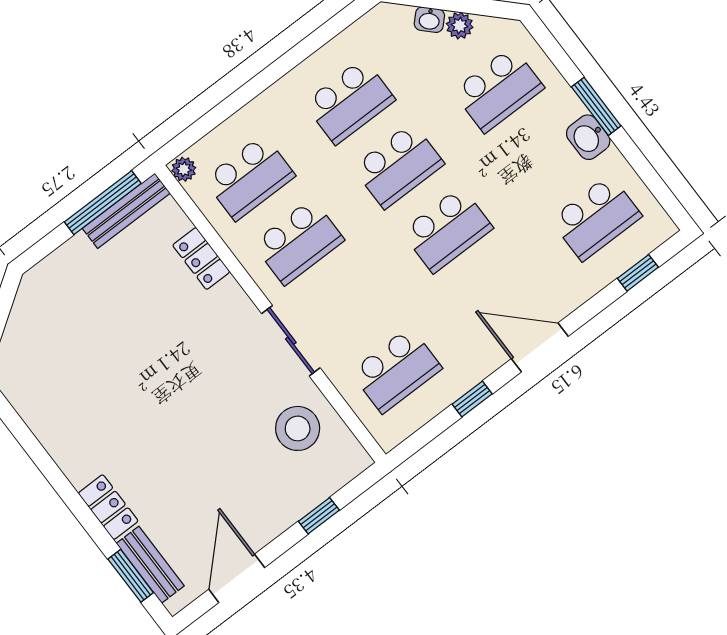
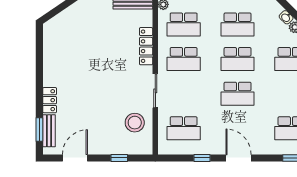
locker: (201, 258) -> (146, 46), width x1.53

